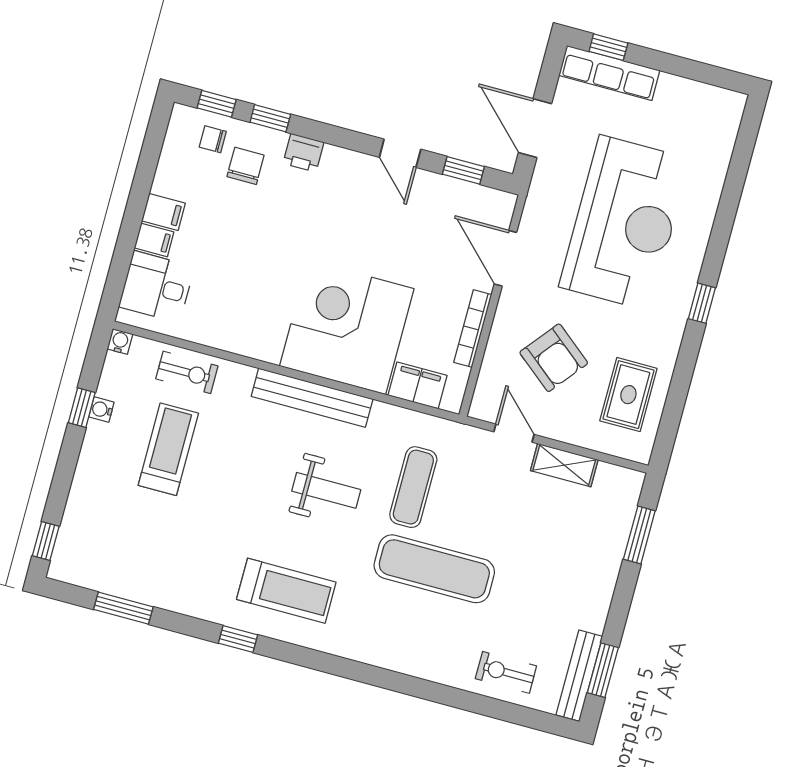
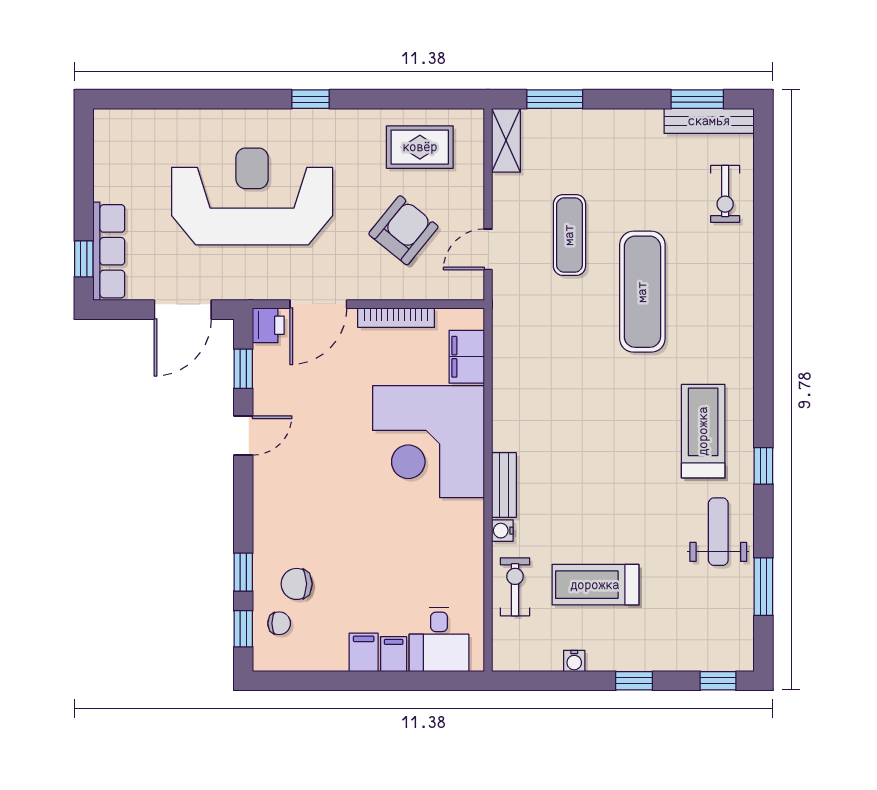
chair: (213, 139) -> (279, 623), turned -90
printer: (303, 153) -> (268, 325), moved
water cooler: (120, 342) -> (502, 531), moved
bench: (312, 398) -> (504, 485), width x0.54, depth x0.82
window: (82, 408) -> (634, 681), moved
shelving: (564, 465) -> (506, 140), moved
exercise mat: (413, 487) -> (569, 235), moved, turned 90
weight bench: (326, 490) -> (718, 532), moved

